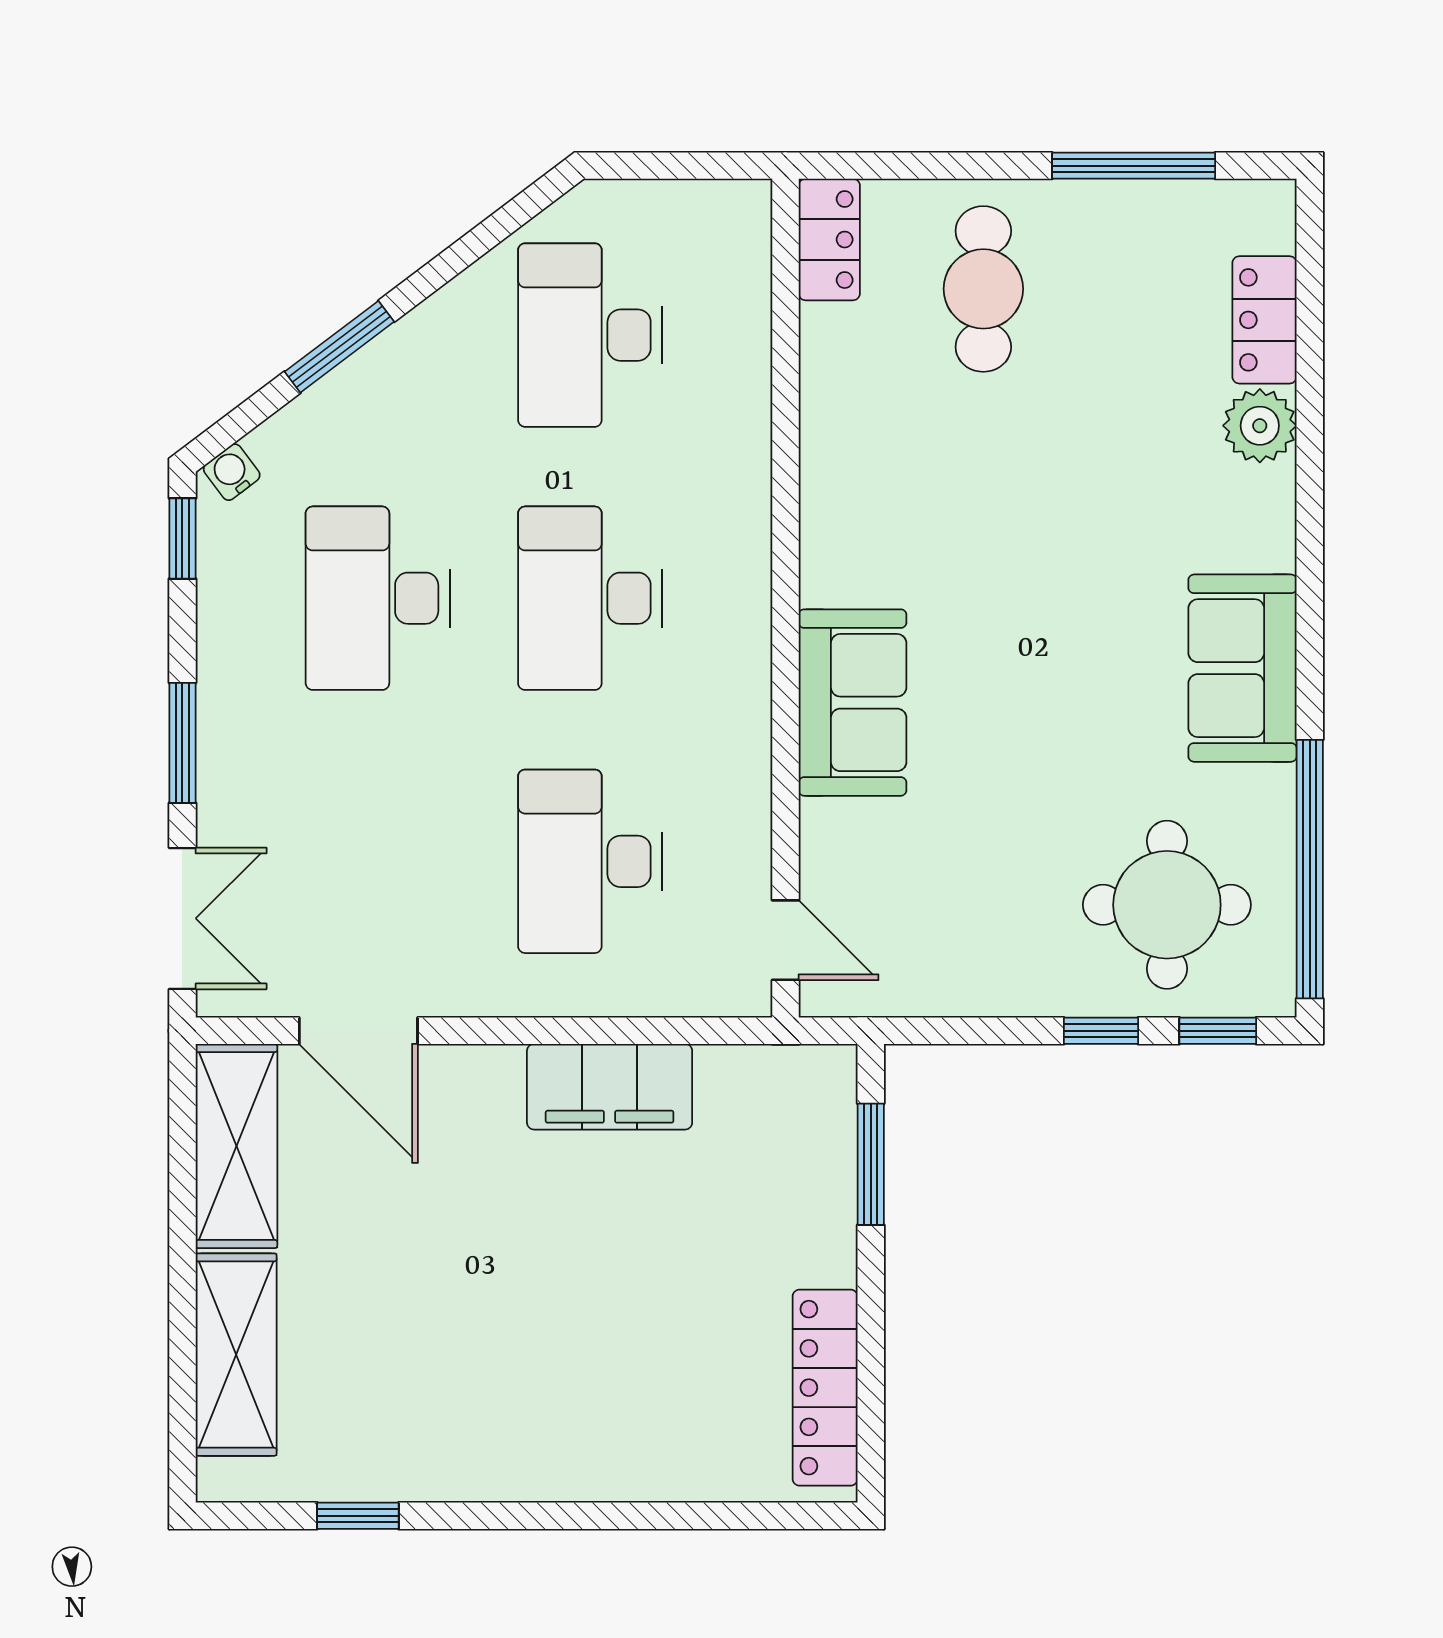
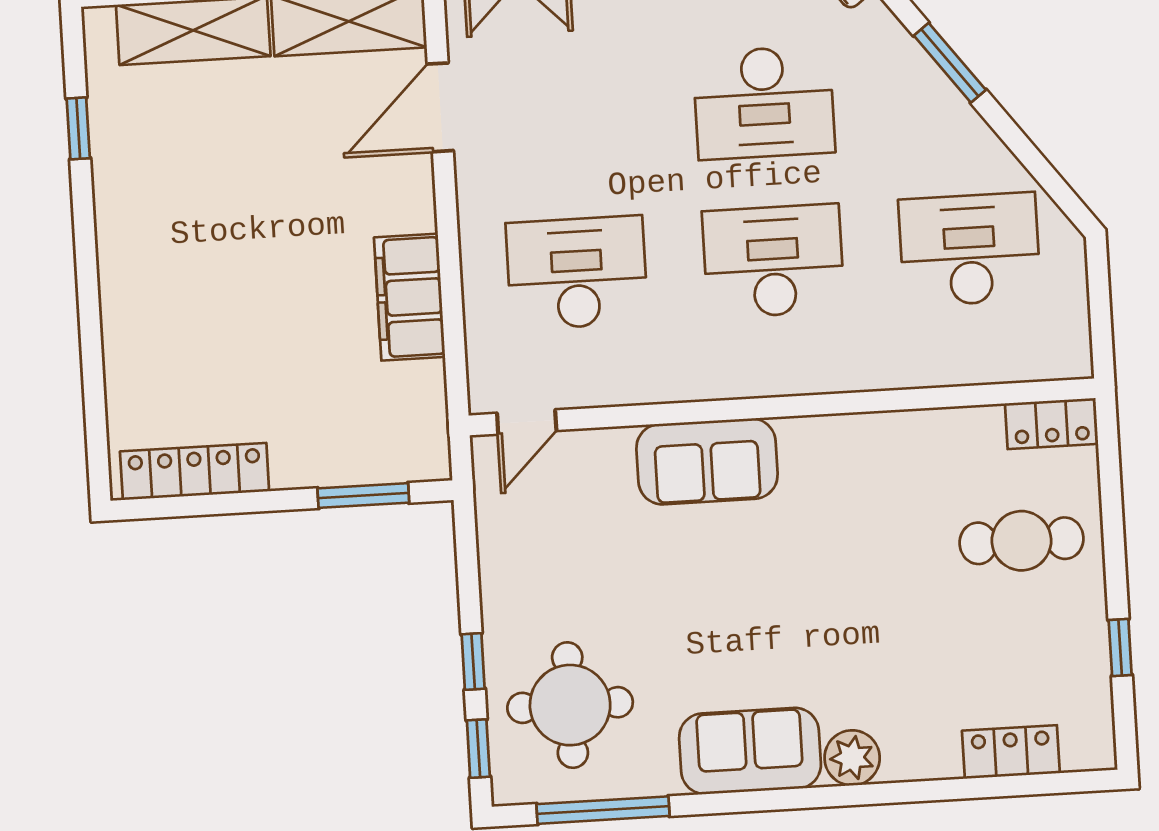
window: (1134, 166) -> (1120, 647), width x0.46
plant: (1260, 426) -> (852, 758), moved
desk: (378, 598) -> (764, 103), turned 180
window: (1310, 869) -> (603, 810), width x0.68

